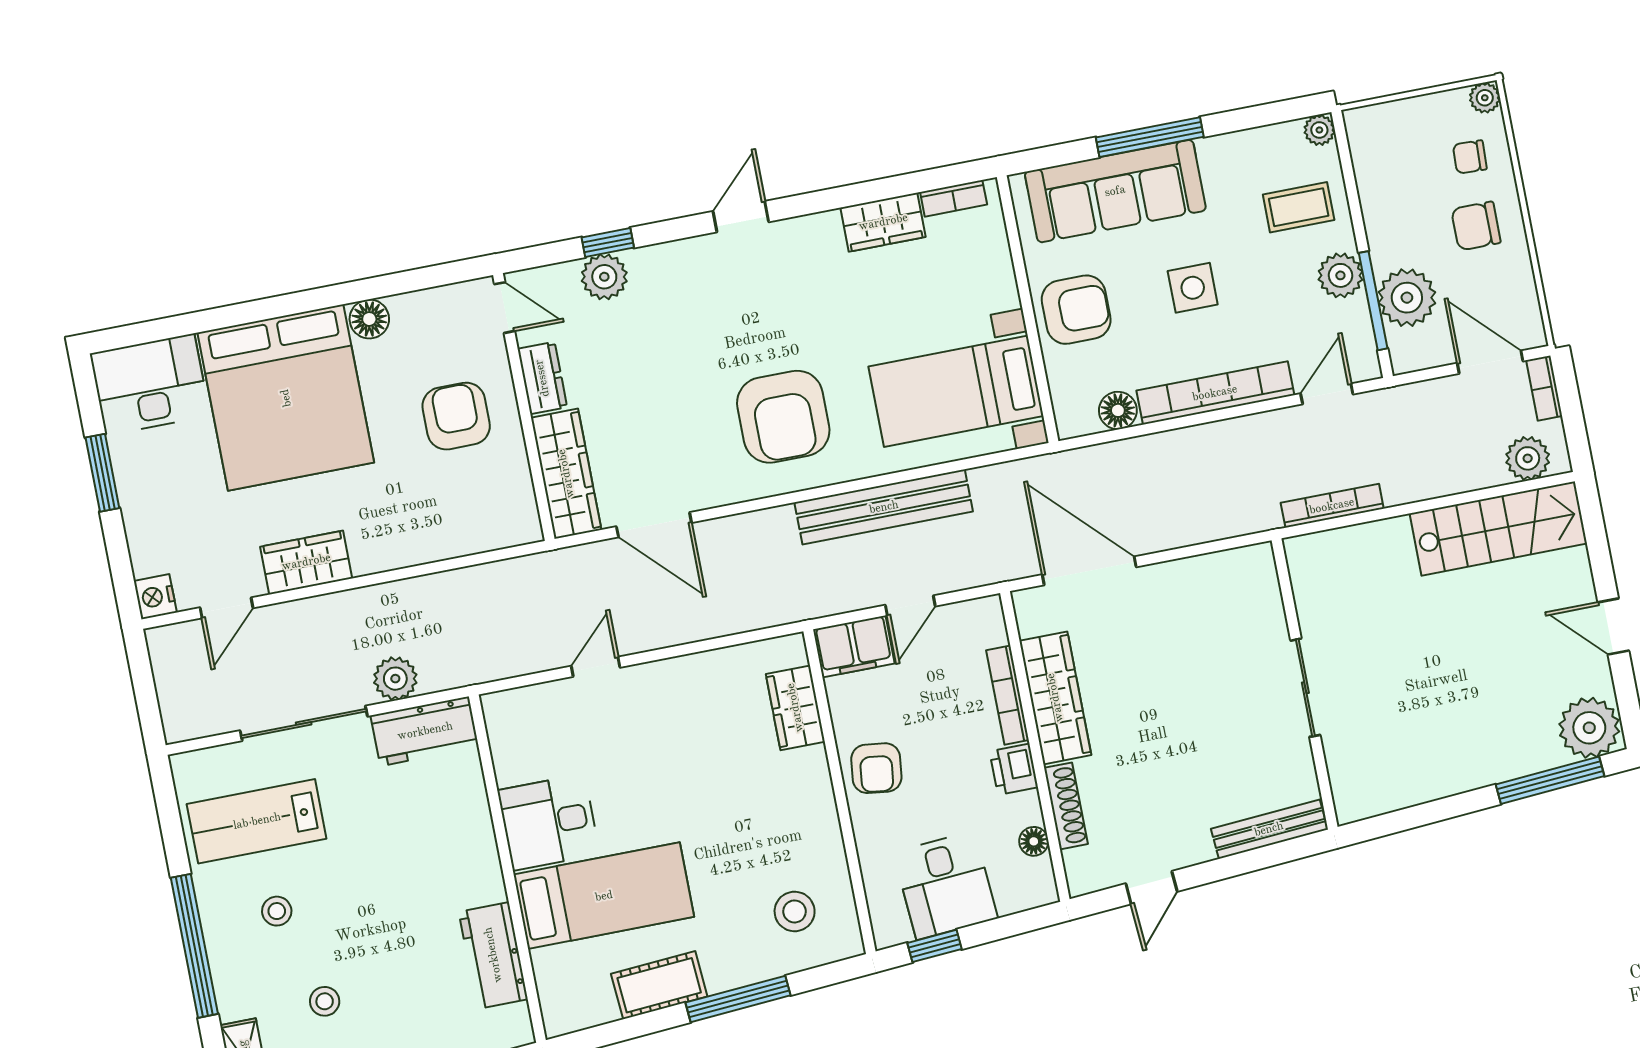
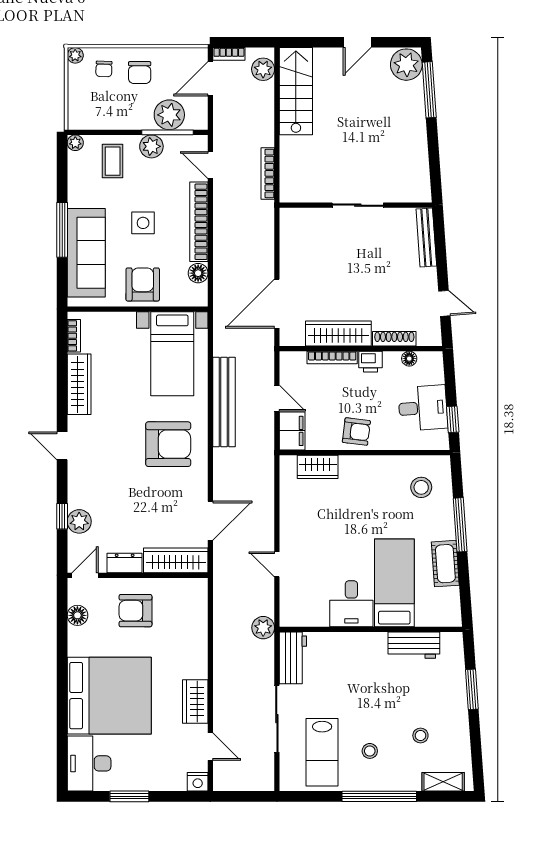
wardrobe: (883, 222) -> (79, 384), width x1.50
floor lamp: (369, 319) -> (77, 615), moved
plant: (395, 679) -> (263, 628), moved

